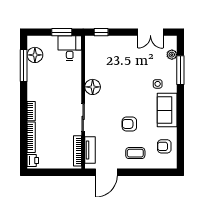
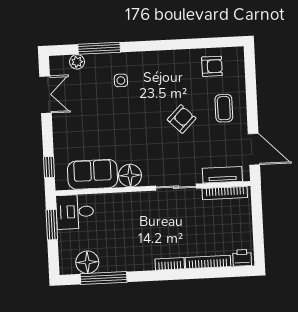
sofa: (167, 110) -> (93, 174), moved, turned 180
armchair: (129, 124) -> (182, 119), turned -135
armchair: (164, 146) -> (212, 66), turned -90

